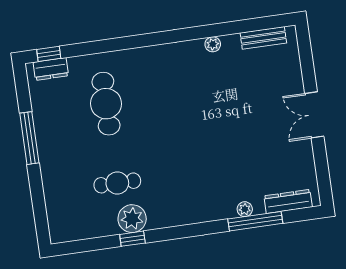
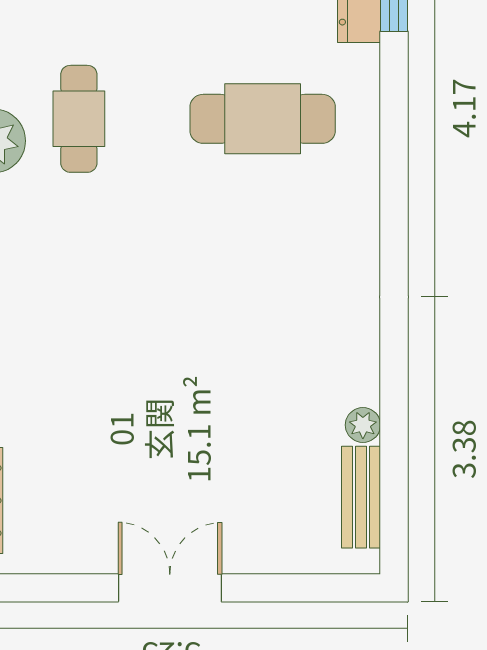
plant: (213, 44) -> (363, 425), moved

